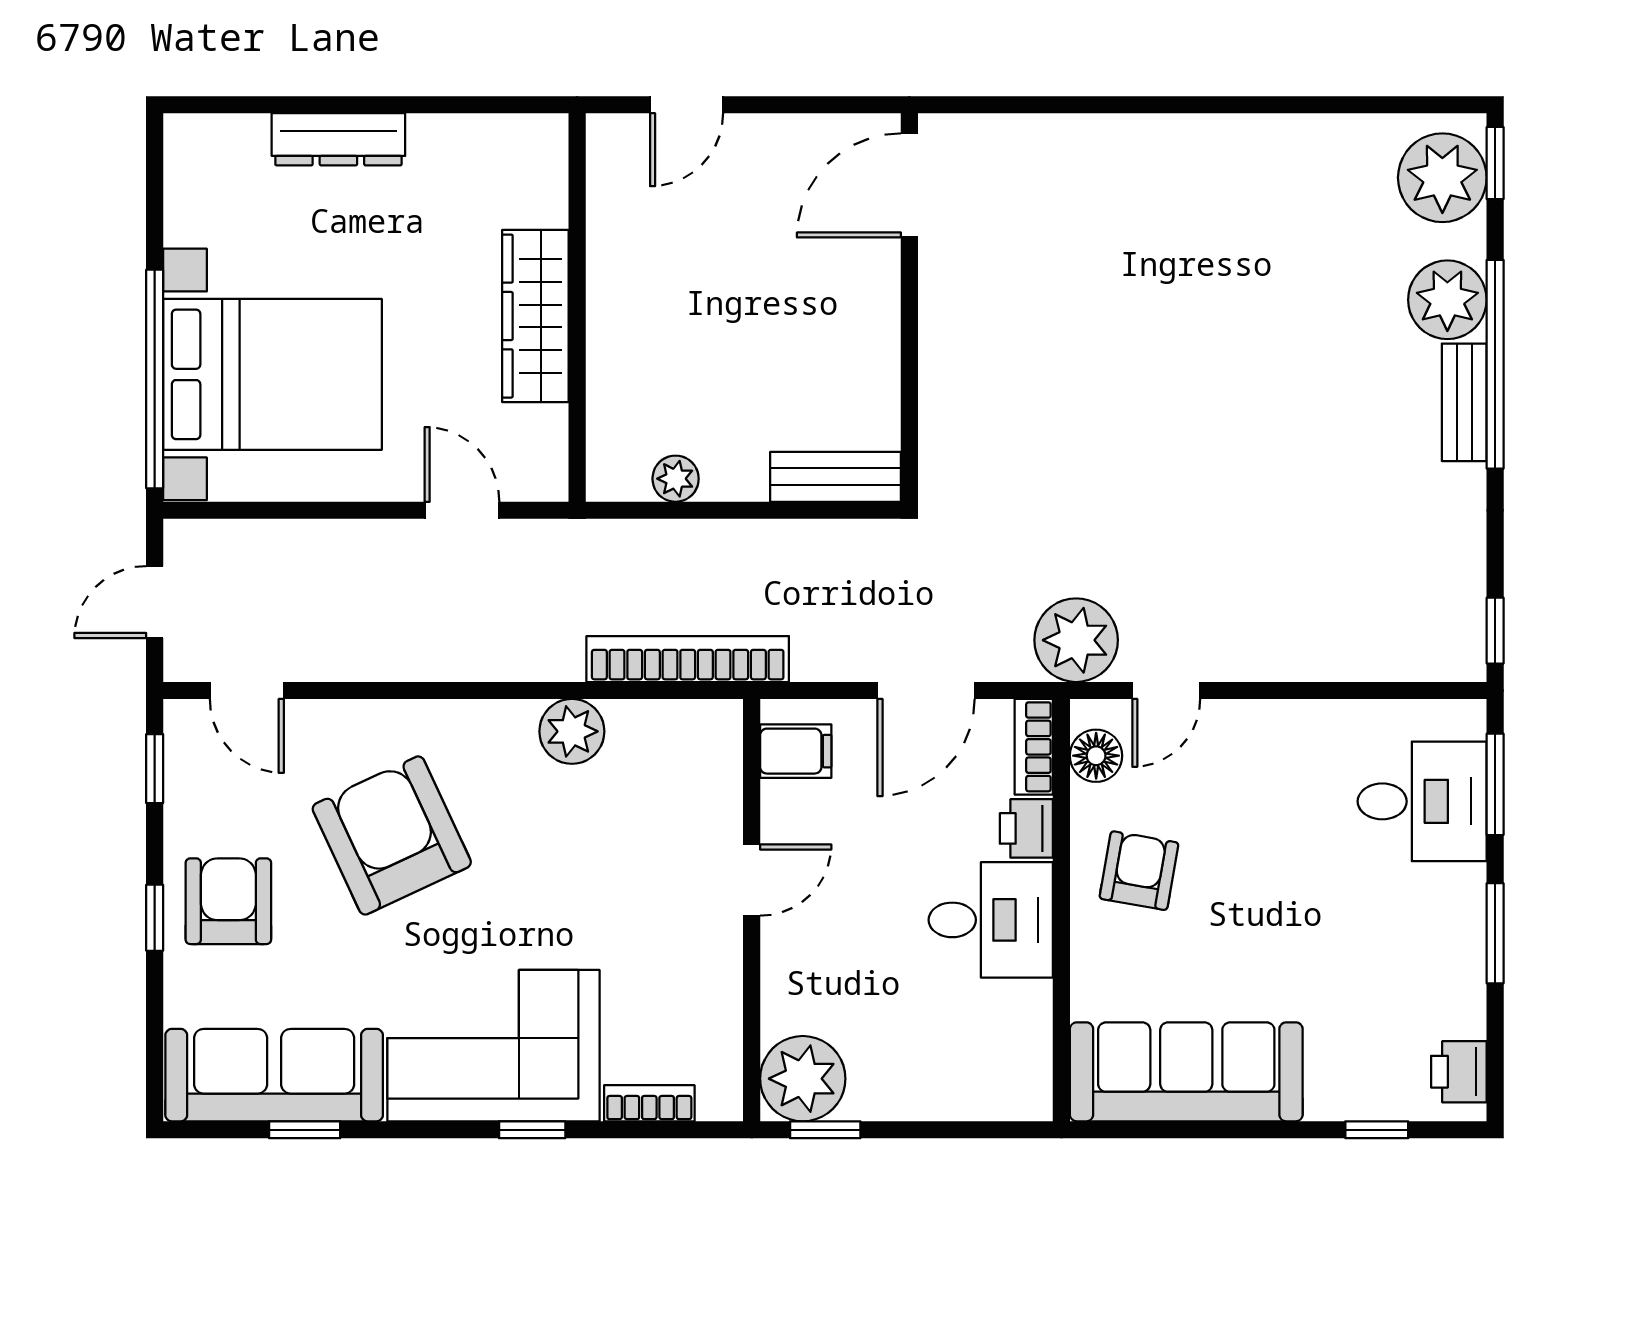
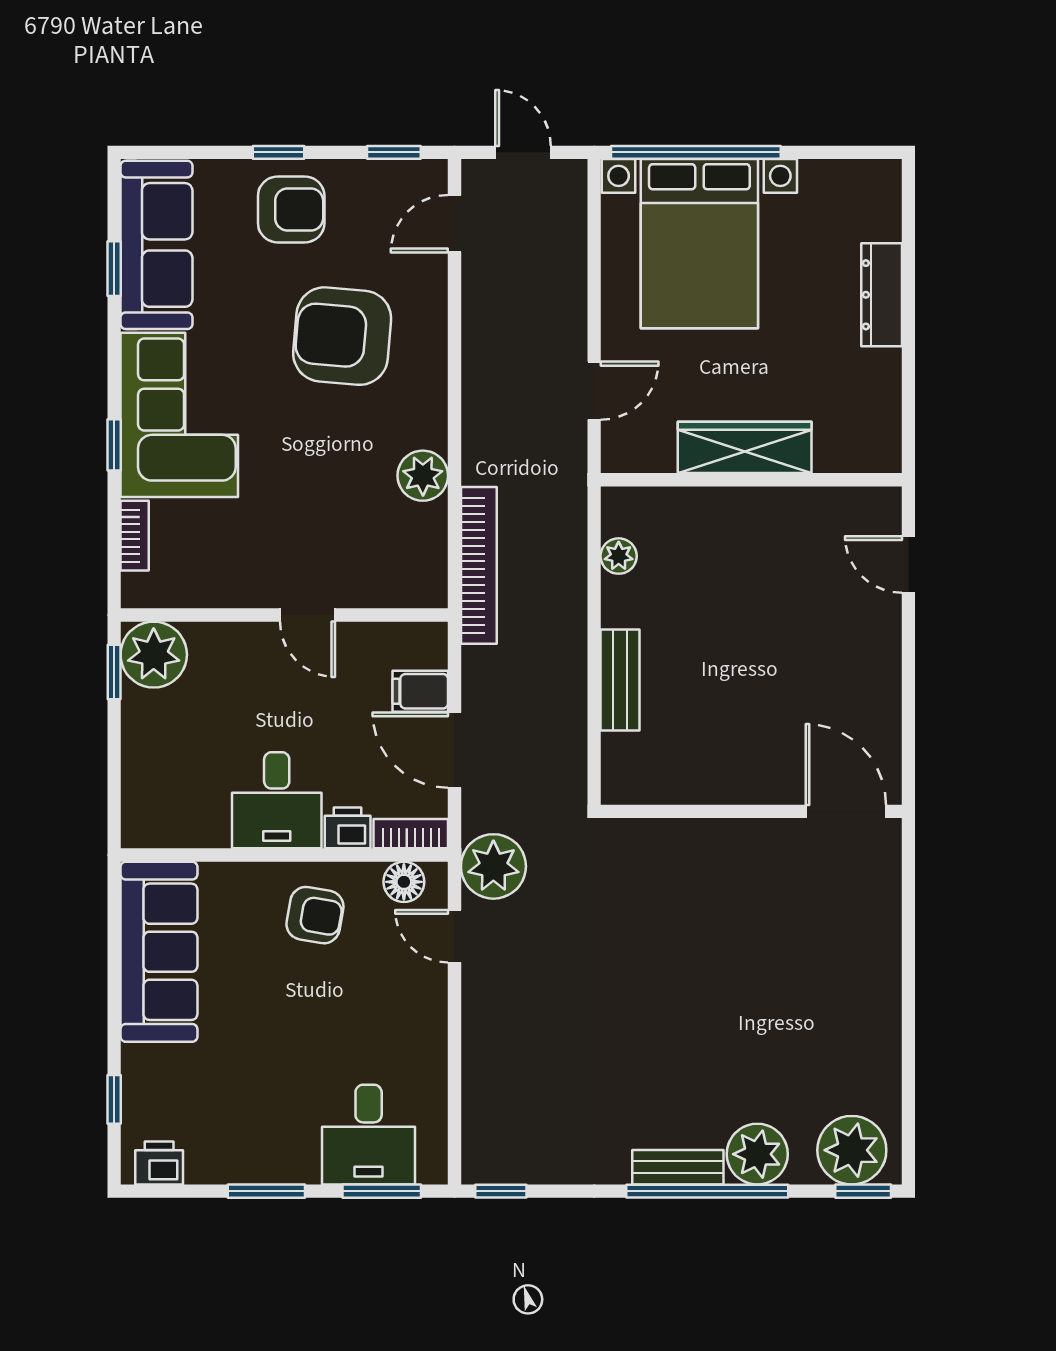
door: (909, 185) -> (846, 811), moved
wall: (909, 307) -> (751, 811), moved
filing cabinet: (796, 751) -> (420, 691), moved, turned 90
armchair: (392, 835) -> (342, 336), turned -150

